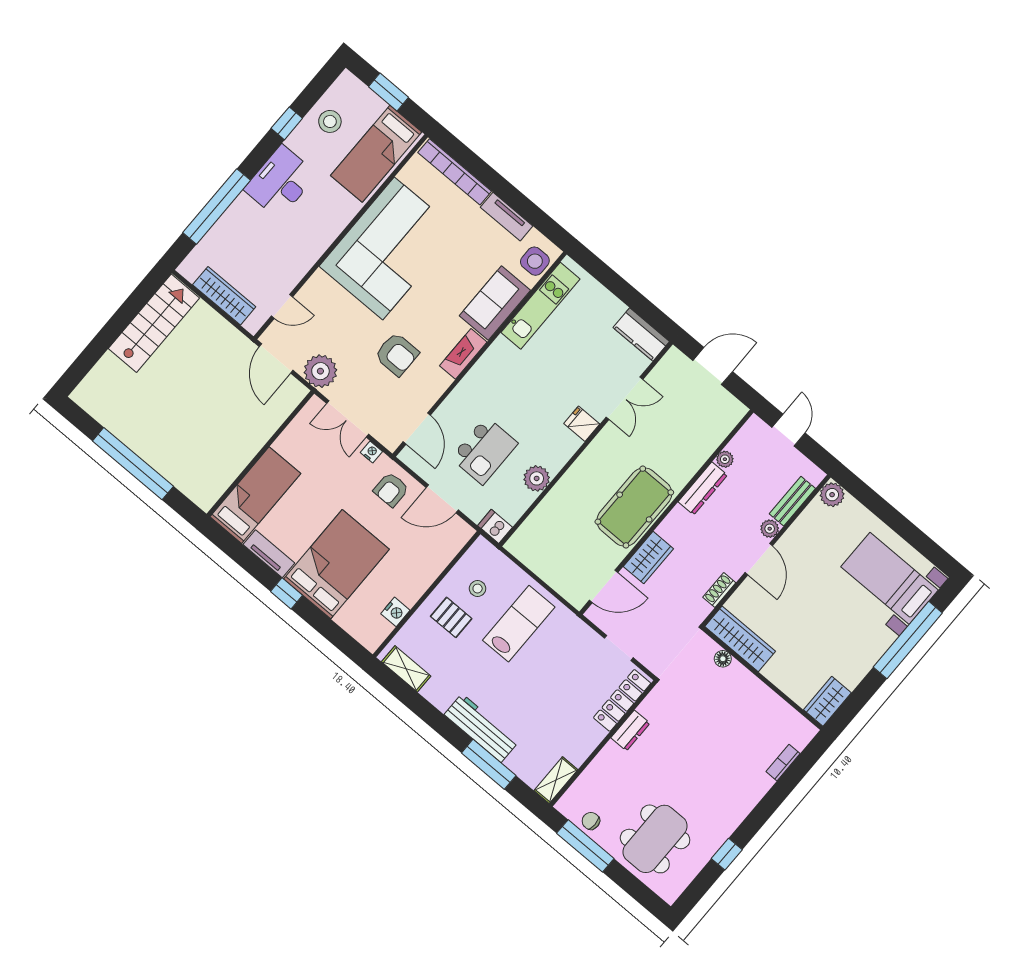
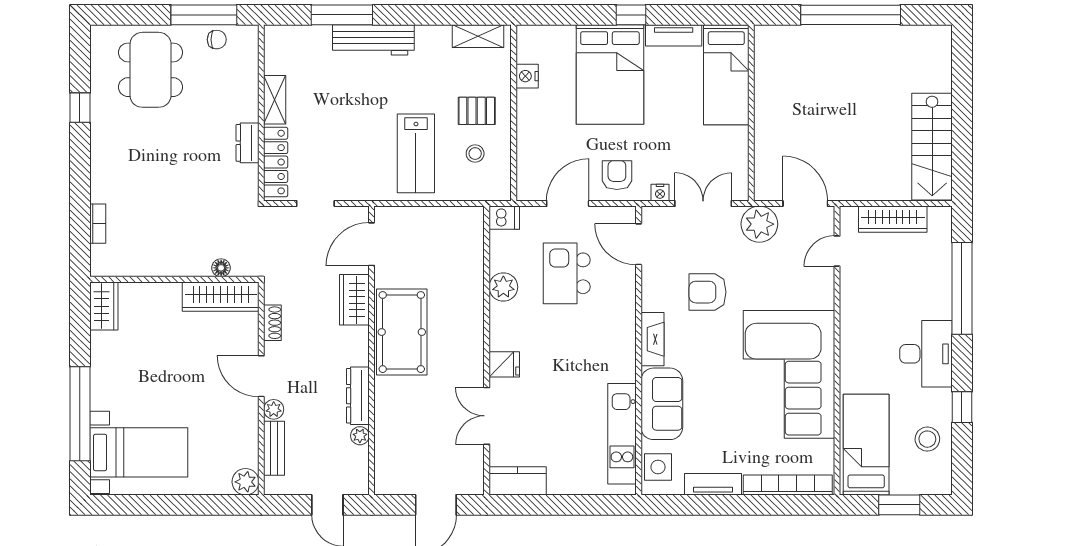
shelving: (556, 780) -> (275, 100), moved

